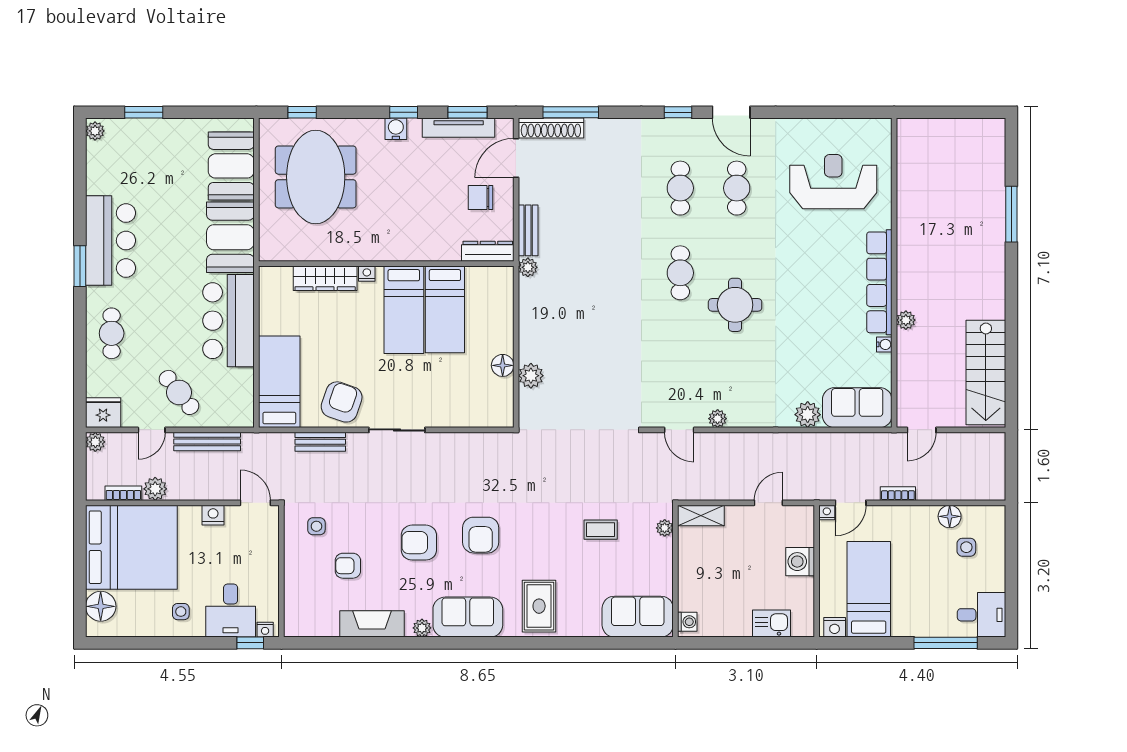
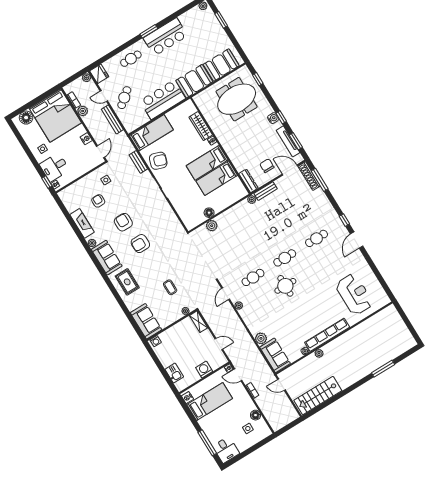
cafe table: (737, 188) -> (253, 277), moved
rug: (539, 606) -> (127, 282), turned 90

